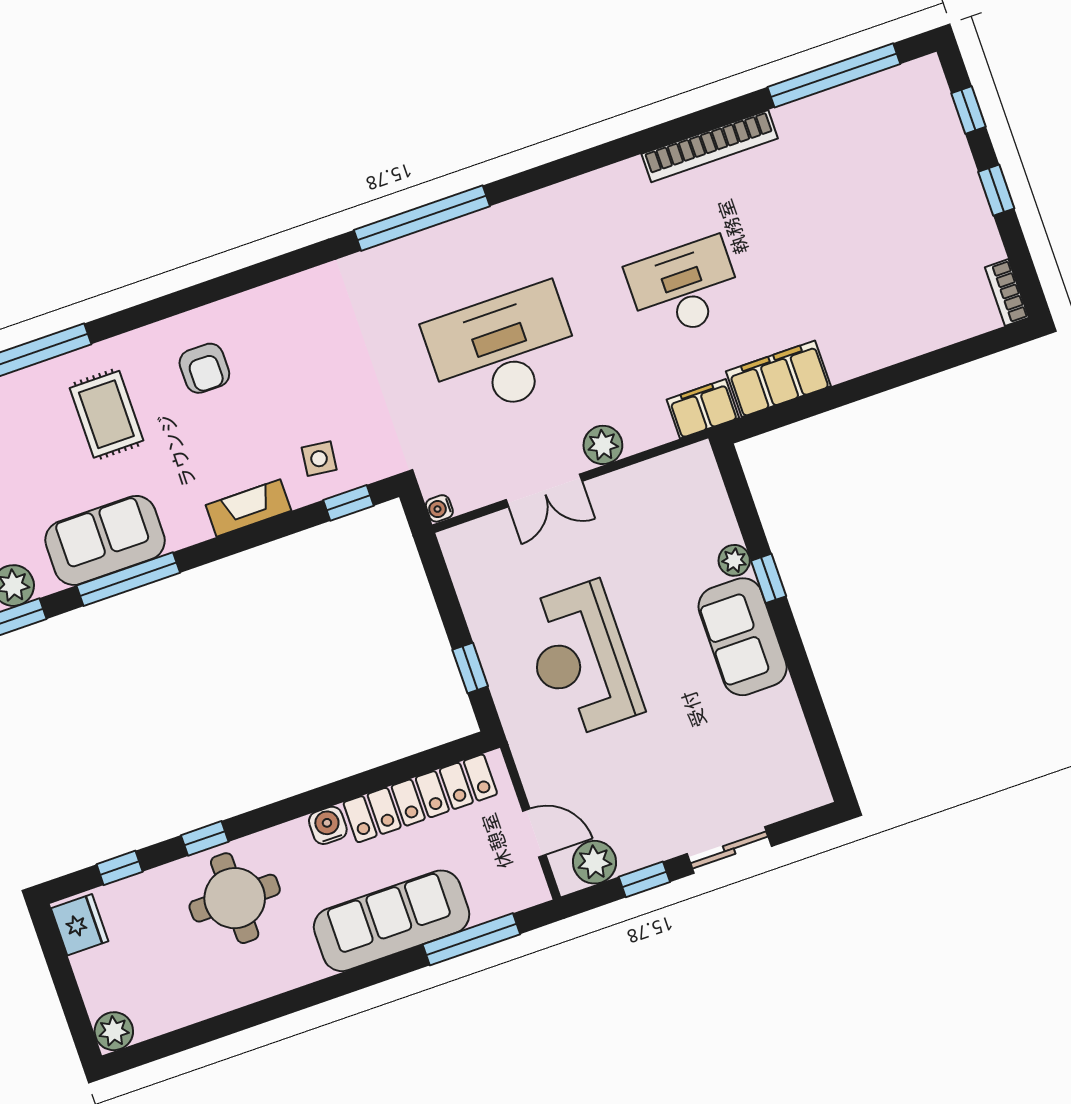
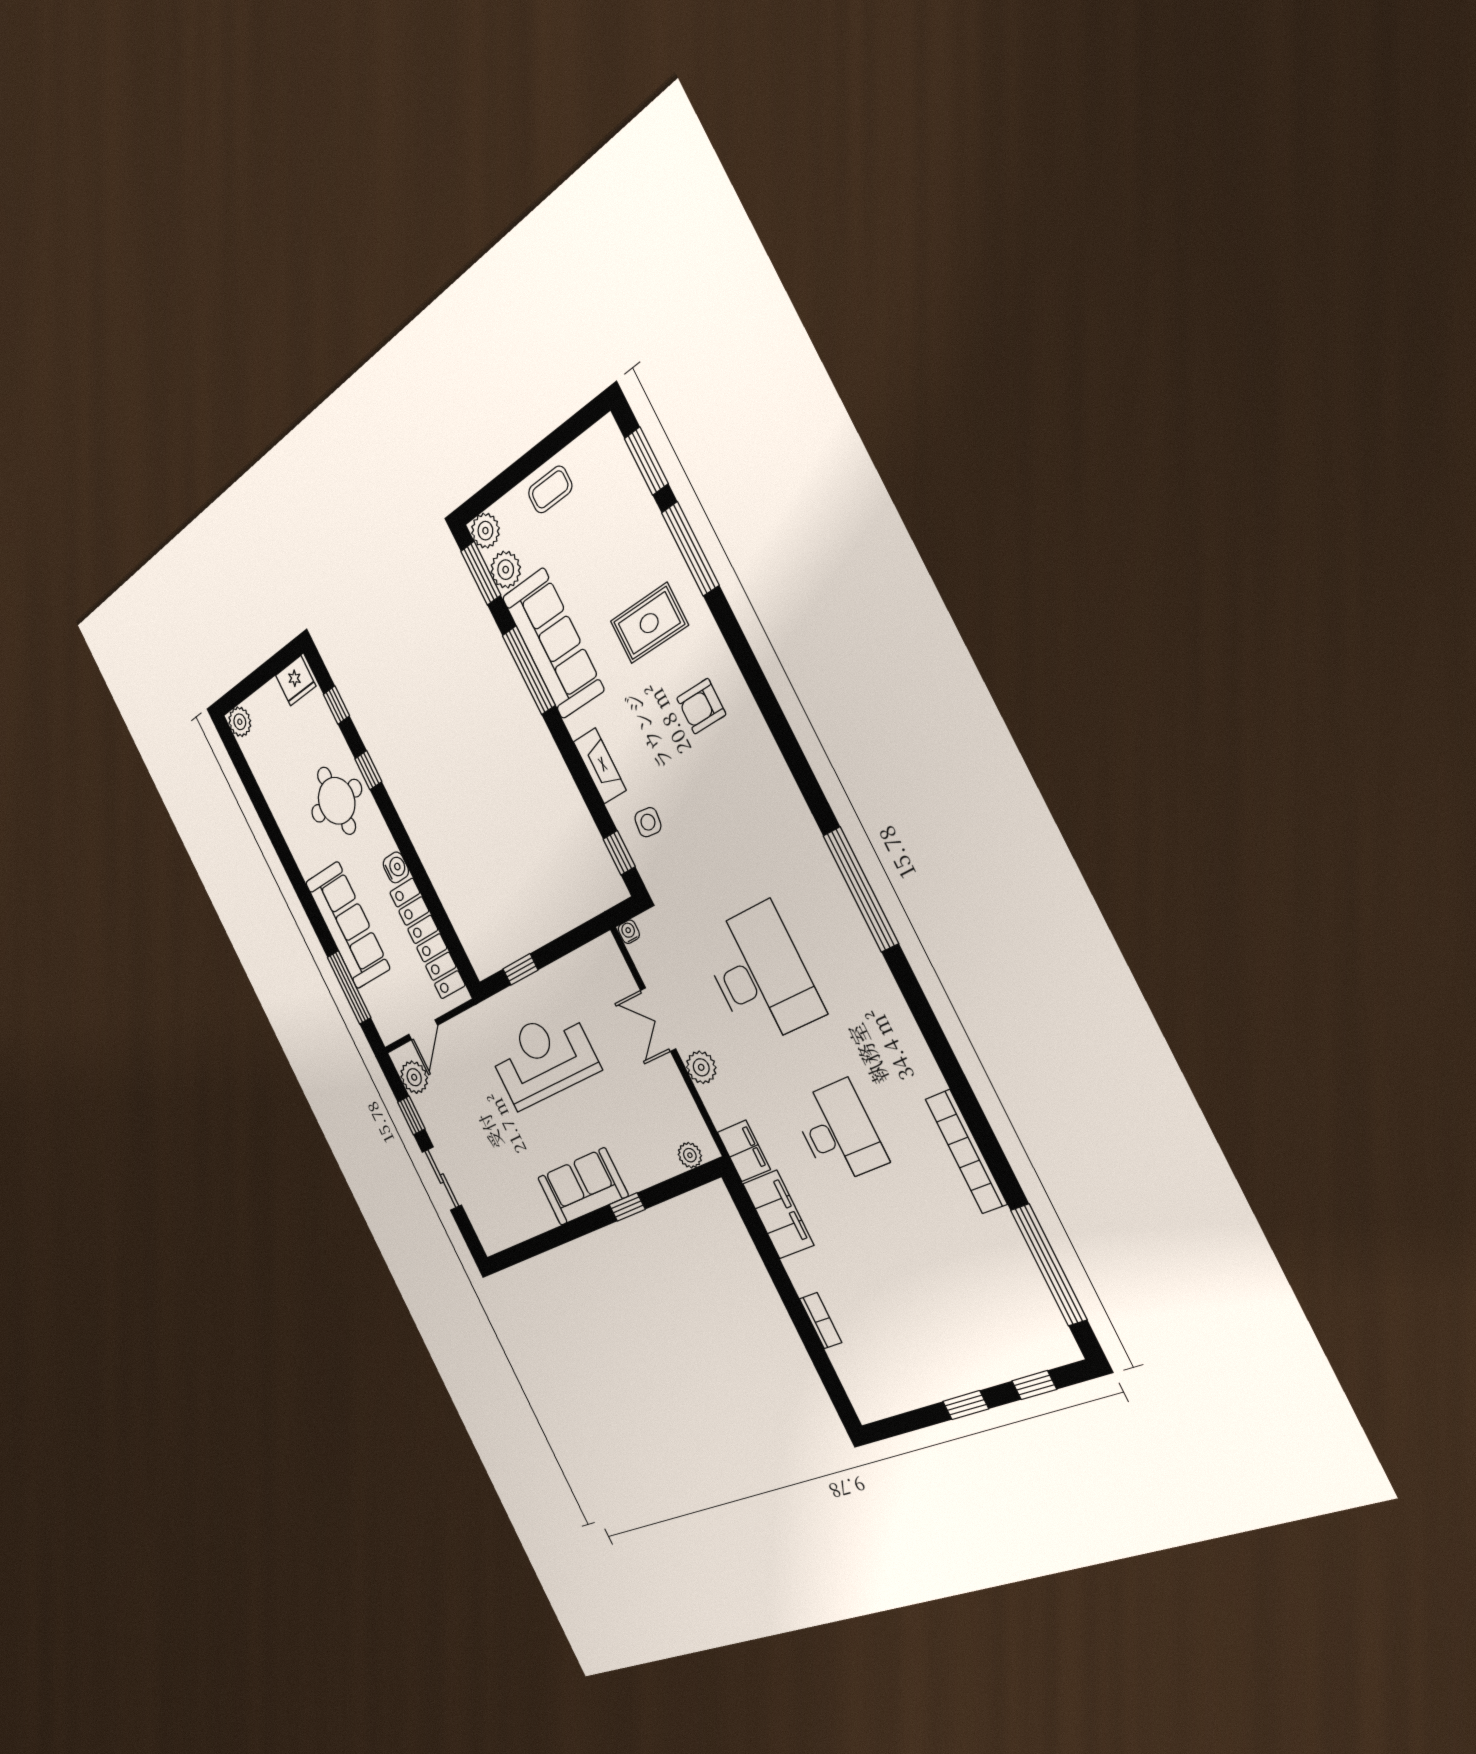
bookcase: (1007, 292) -> (821, 1321), moved, turned 90
sofa: (105, 540) -> (553, 644), width x1.36
plant: (734, 560) -> (690, 1155), moved

